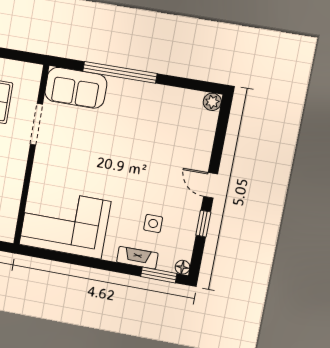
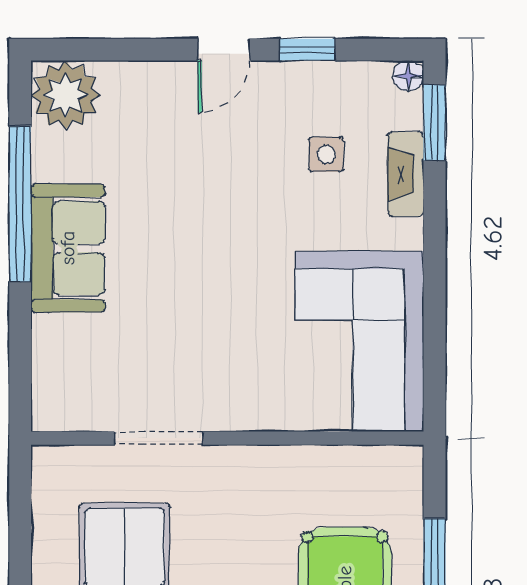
window: (120, 72) -> (20, 204), moved
sofa: (76, 88) -> (68, 248), moved
plant: (212, 102) -> (66, 95), width x1.88, depth x1.88

